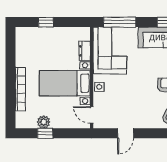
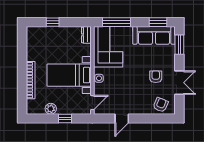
dresser: (85, 51) -> (86, 35), moved
door: (92, 115) -> (92, 103), swing flipped
window: (45, 133) -> (65, 118), moved

